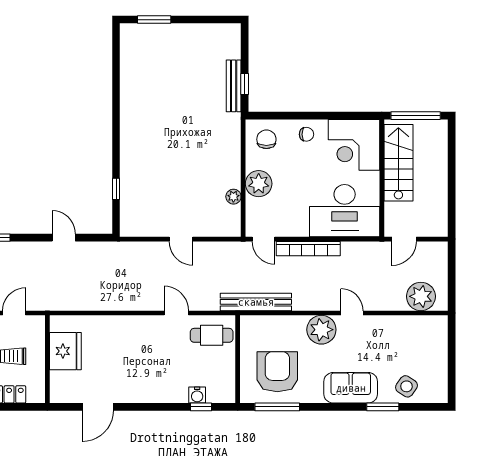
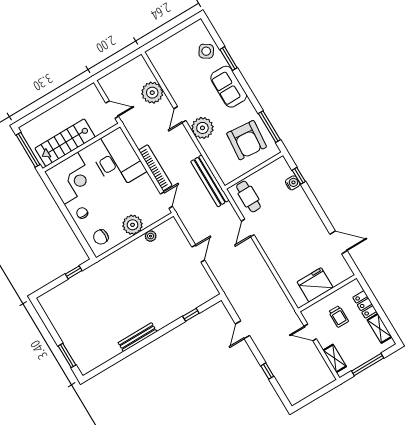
bench: (234, 86) -> (137, 337), moved
plant: (421, 296) -> (152, 93), moved
armchair: (277, 372) -> (247, 140), turned -85

